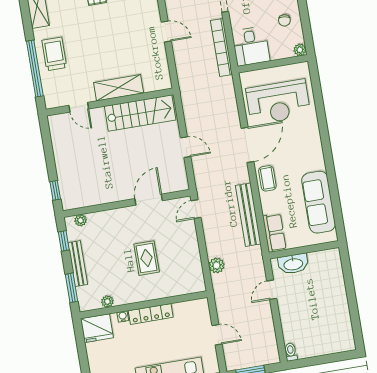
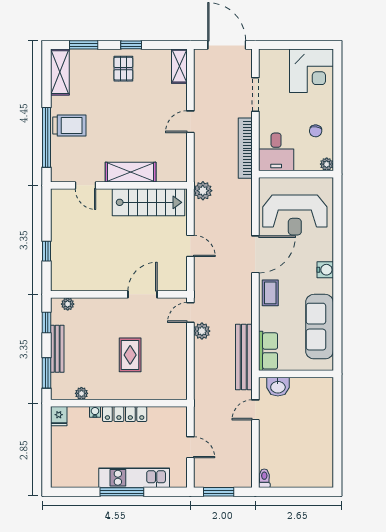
door: (166, 31) -> (190, 122), swing flipped
trolley: (54, 54) -> (69, 126), turned 90
plant: (189, 94) -> (203, 191), added
water cooler: (315, 148) -> (325, 270), added
window: (55, 190) -> (46, 251), moved
bench: (248, 215) -> (244, 357), moved
washbasin: (293, 264) -> (278, 387), width x0.72
plant: (217, 265) -> (202, 331), moved
fridge: (97, 328) -> (59, 416), width x0.53, depth x0.75

